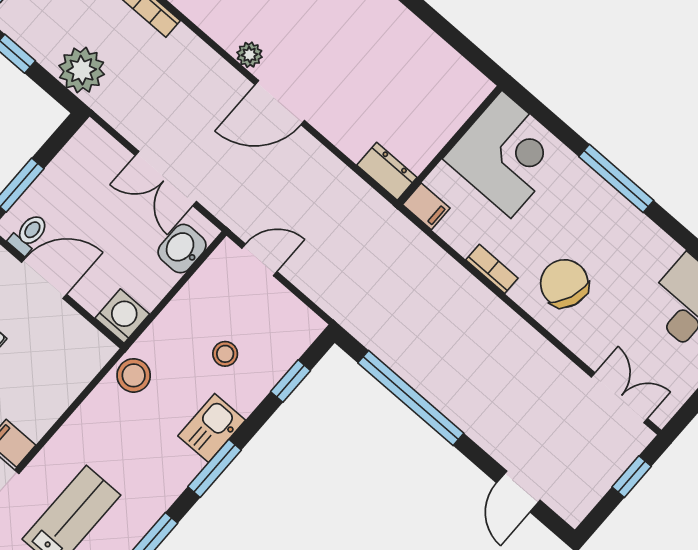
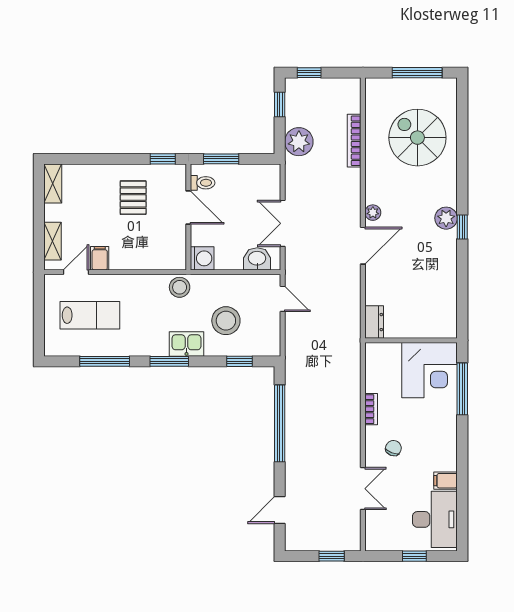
door: (280, 103) -> (363, 246), swing flipped
window: (616, 178) -> (462, 389), moved
filing cabinet: (426, 206) -> (446, 481), moved, turned 90
chair: (564, 283) -> (393, 448), width x0.54, depth x0.54
stool: (225, 354) -> (226, 321), width x1.89, depth x1.89
double door: (619, 398) -> (363, 489), moved

